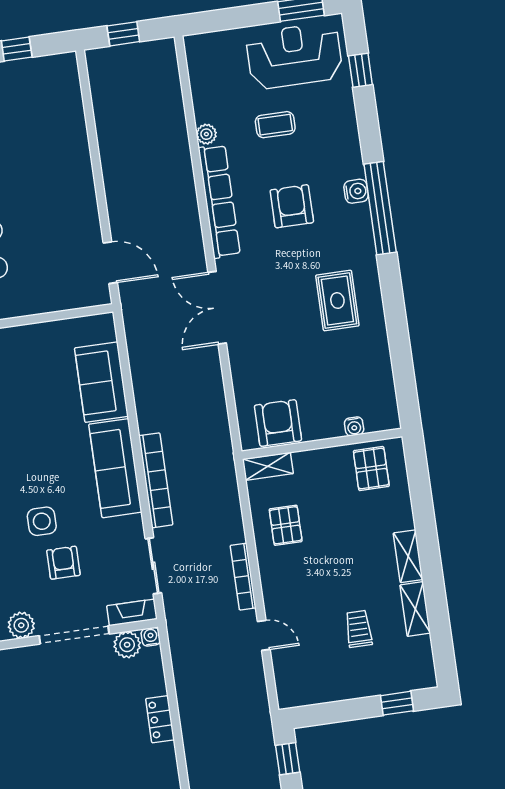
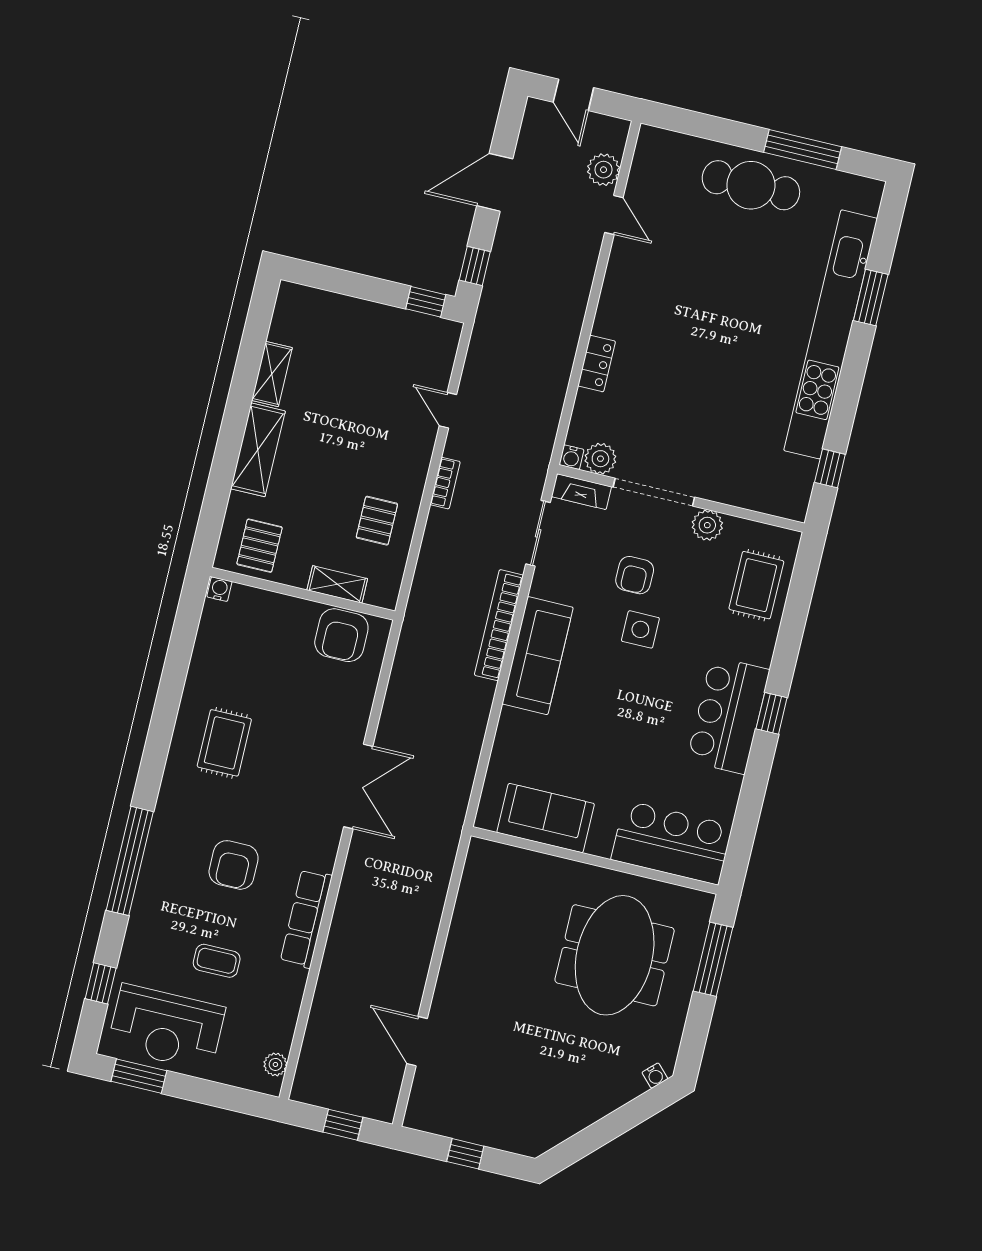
plant: (206, 134) -> (275, 1064), moved
water cooler: (356, 191) -> (157, 854), removed
row of seats: (219, 201) -> (306, 919), width x0.73
window: (380, 208) -> (130, 861), moved
door: (110, 263) -> (417, 1041), moved
sofa: (101, 382) -> (546, 818), moved, turned -90
water cooler: (354, 426) -> (219, 589), moved
shelving: (268, 466) -> (337, 584), moved
shelving: (408, 556) -> (258, 450), width x1.50, depth x1.33
bookcase: (243, 577) -> (445, 483), width x0.64
trolley: (359, 629) -> (342, 377), removed
window: (397, 703) -> (426, 302), moved

